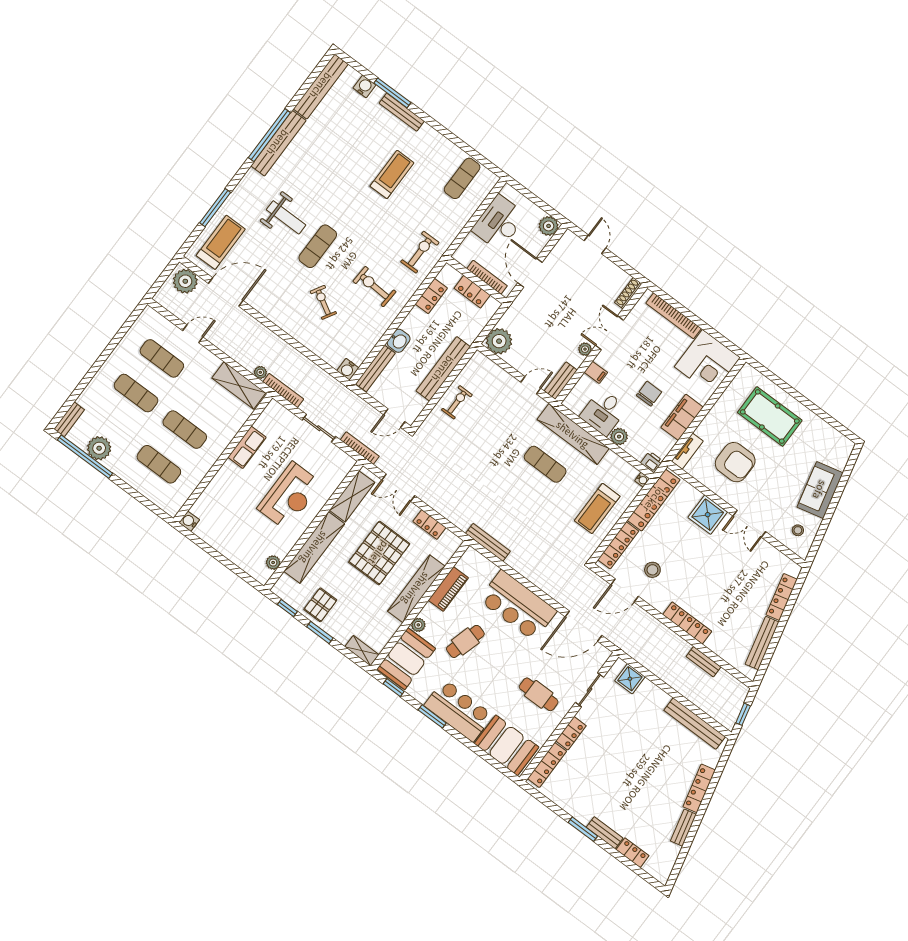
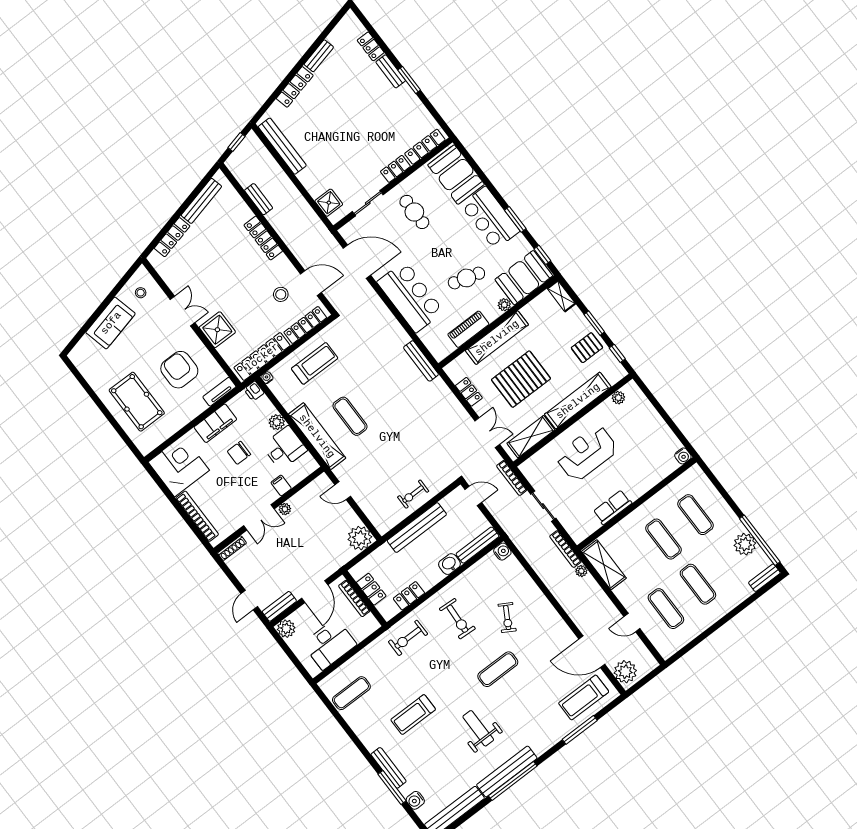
weight bench: (286, 217) -> (478, 728), moved
bench: (561, 381) -> (279, 606), moved

